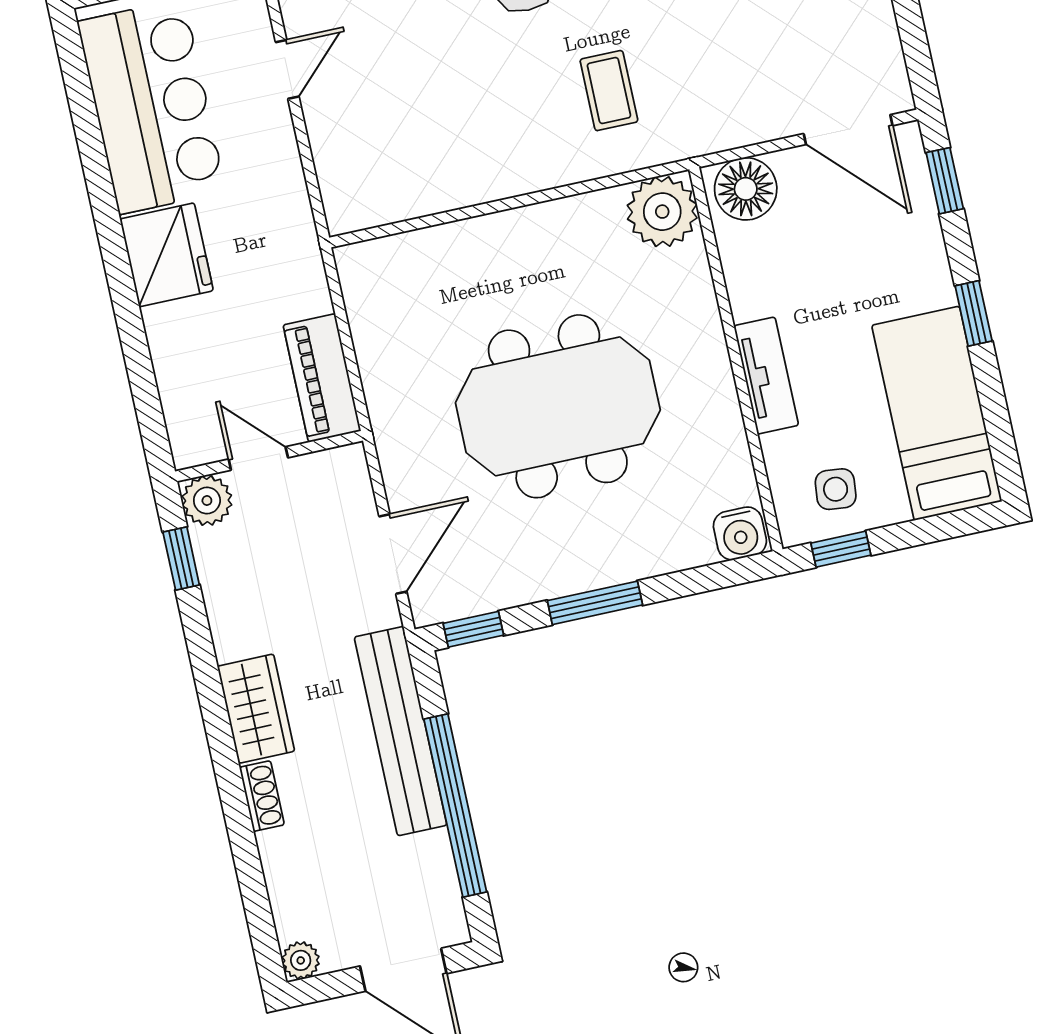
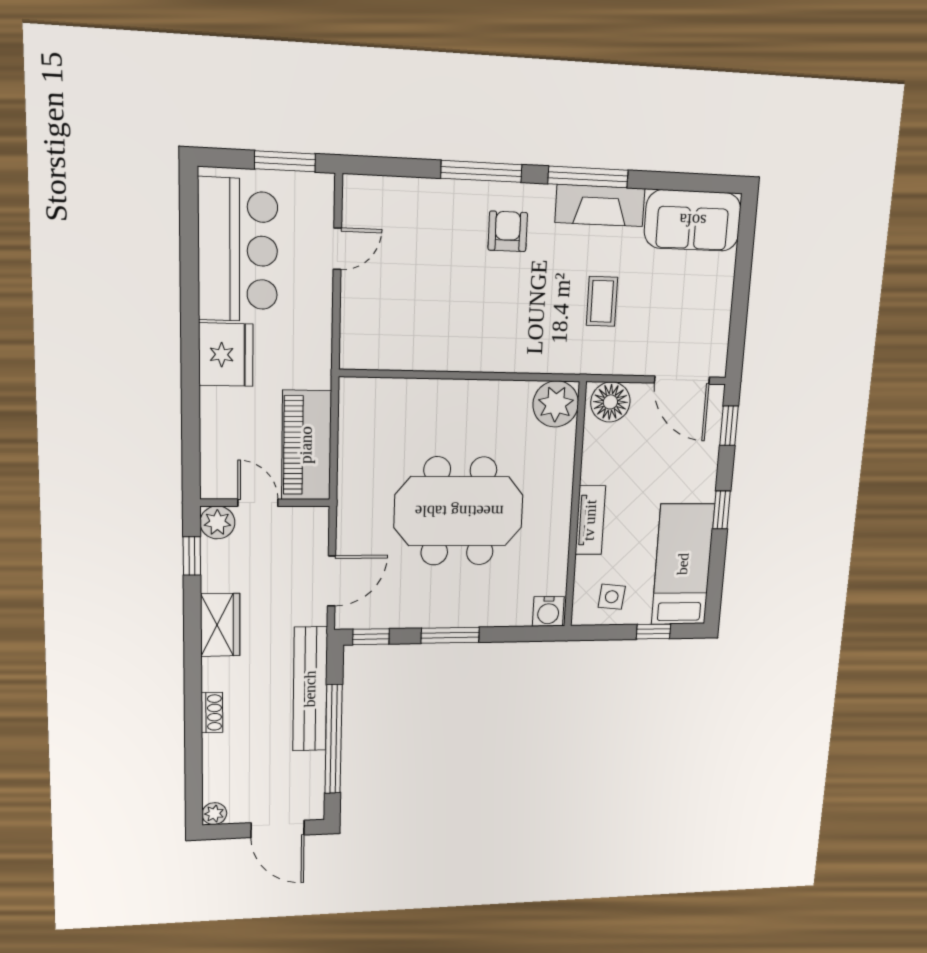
coffee table: (609, 91) -> (602, 301), moved
piano: (322, 378) -> (306, 445), width x1.37, depth x1.33
window: (841, 549) -> (653, 632), moved
wardrobe: (256, 709) -> (220, 625), moved

